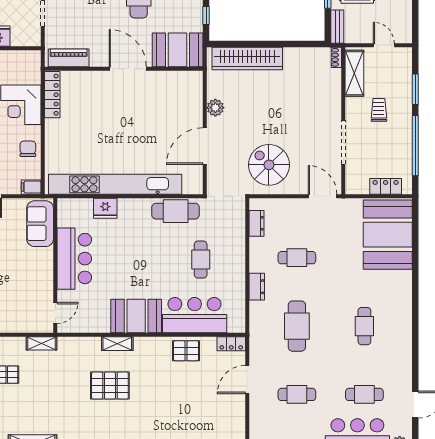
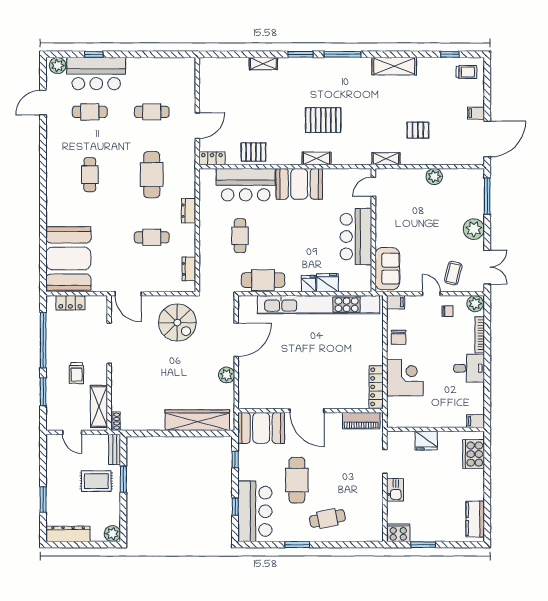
fridge: (126, 207) -> (309, 284), added

